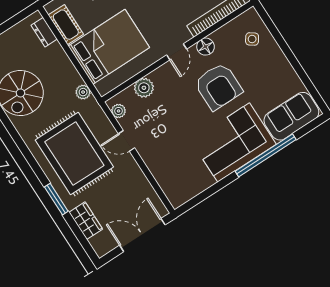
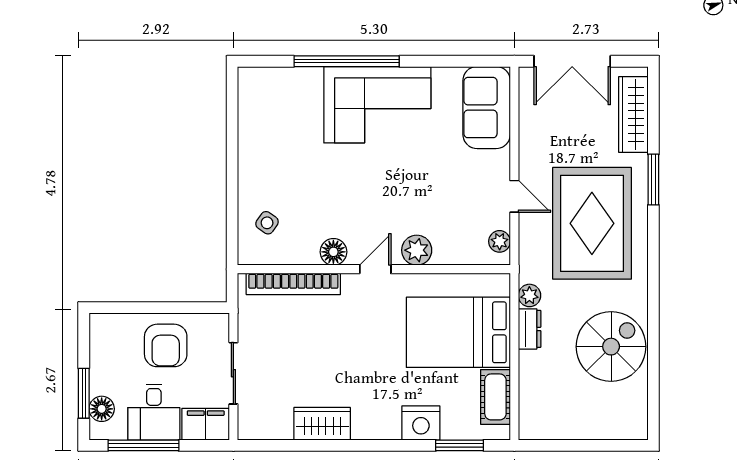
dresser: (44, 32) -> (530, 329), moved
armchair: (218, 86) -> (350, 190), removed
plant: (144, 88) -> (417, 250), moved
sofa: (291, 116) -> (487, 108), moved, turned 90
wardrobe: (86, 221) -> (633, 115), width x1.50

